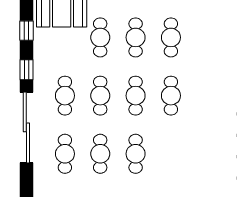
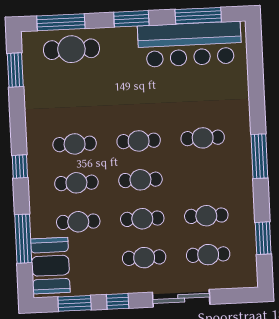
window: (26, 31) -> (75, 303), width x1.50
sliding door: (26, 127) -> (181, 298), width x0.73
cafe table: (136, 154) -> (203, 138), moved

